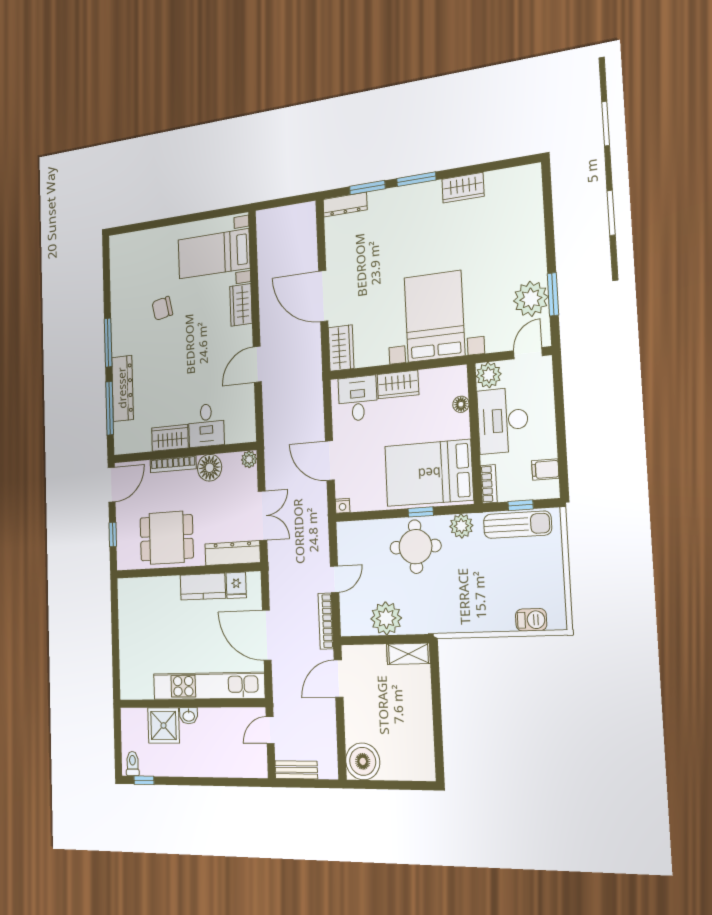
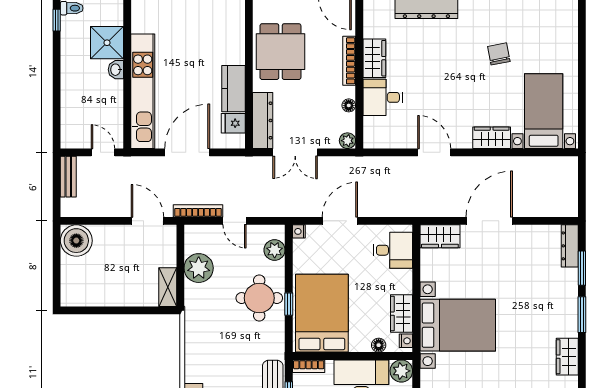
nightstand: (455, 373) -> (406, 341), added
wardrobe: (398, 385) -> (402, 314), moved
floor lamp: (210, 468) -> (349, 105), width x0.53, depth x0.53
plant: (461, 526) -> (275, 250), moved

